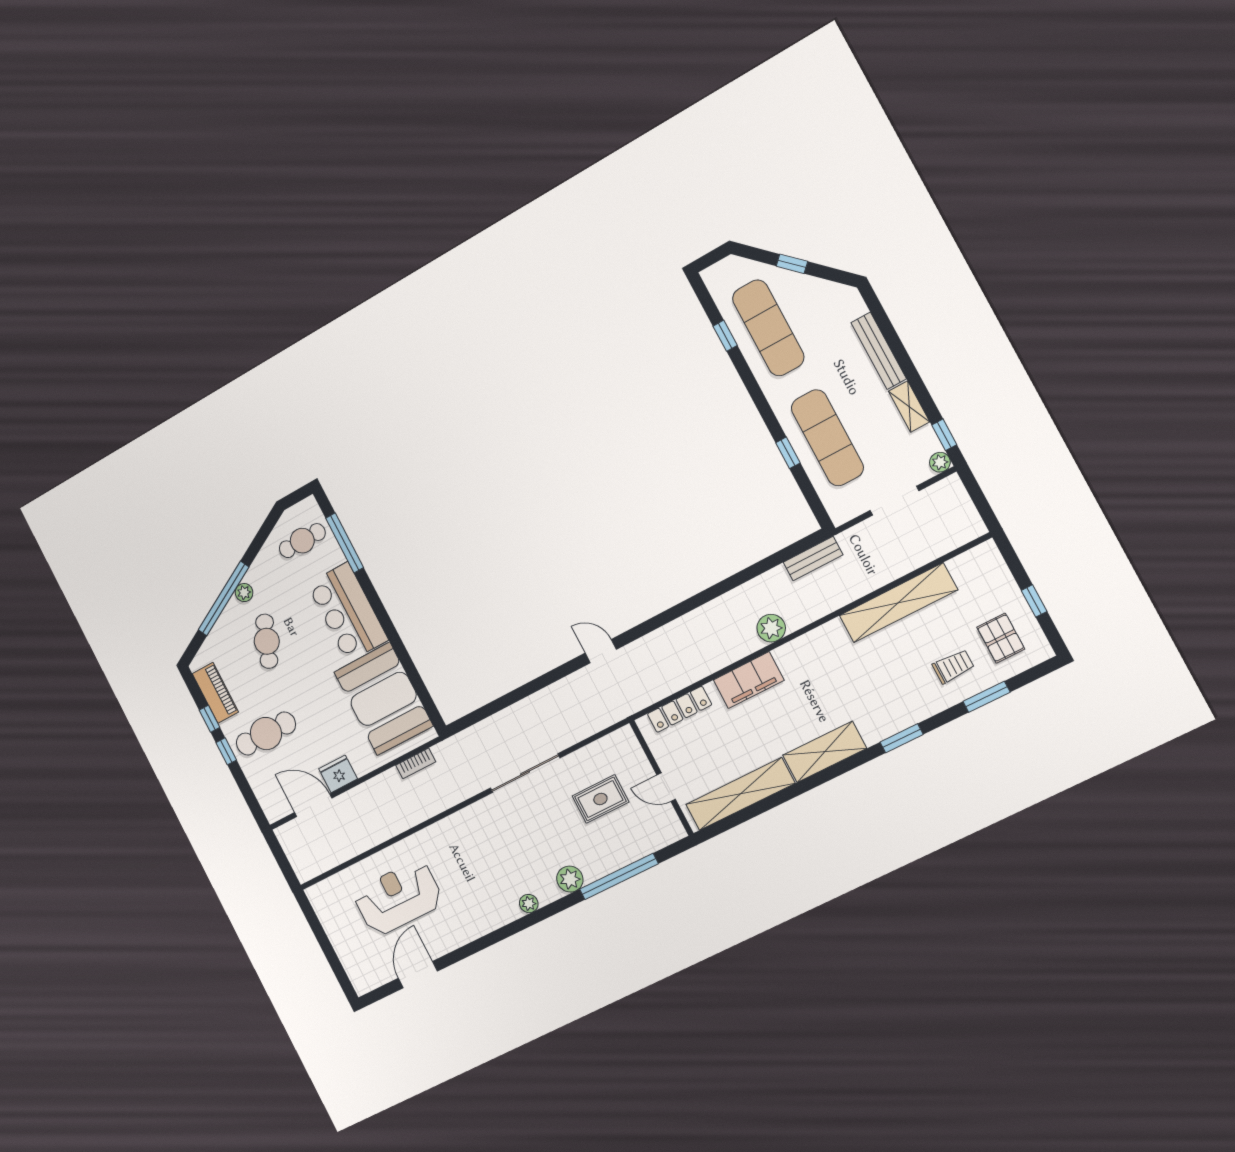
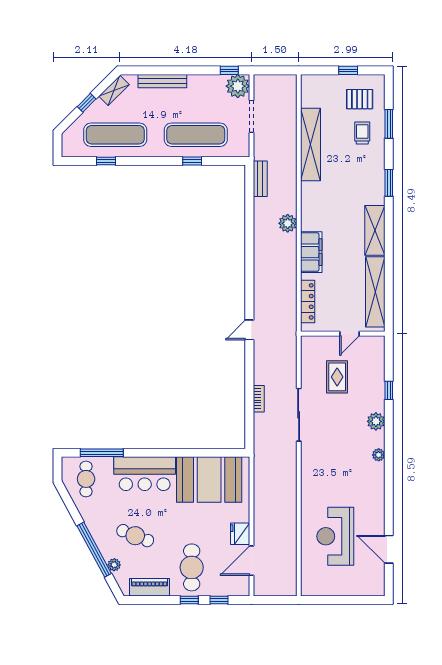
shelving: (909, 406) -> (114, 90), moved, turned -45
plant: (940, 462) -> (238, 86), width x1.88, depth x1.88
plant: (244, 593) -> (114, 565), moved
window: (210, 719) -> (219, 600), moved
bookcase: (416, 763) -> (259, 399), moved
window: (619, 876) -> (389, 390), width x0.32

